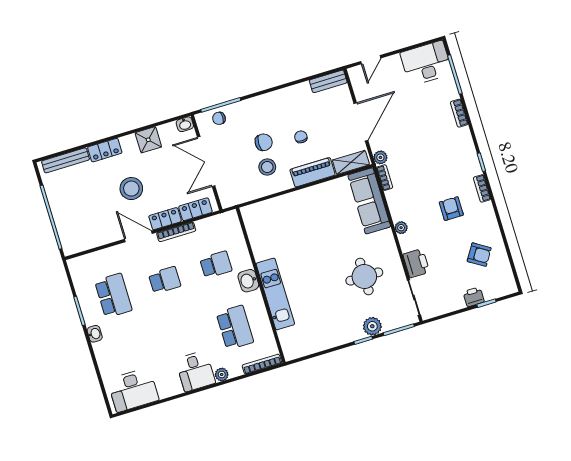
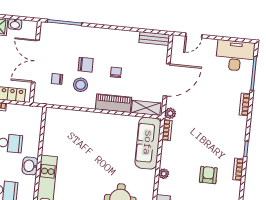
chair: (219, 118) -> (57, 79), moved
washbasin: (185, 124) -> (15, 24), moved

